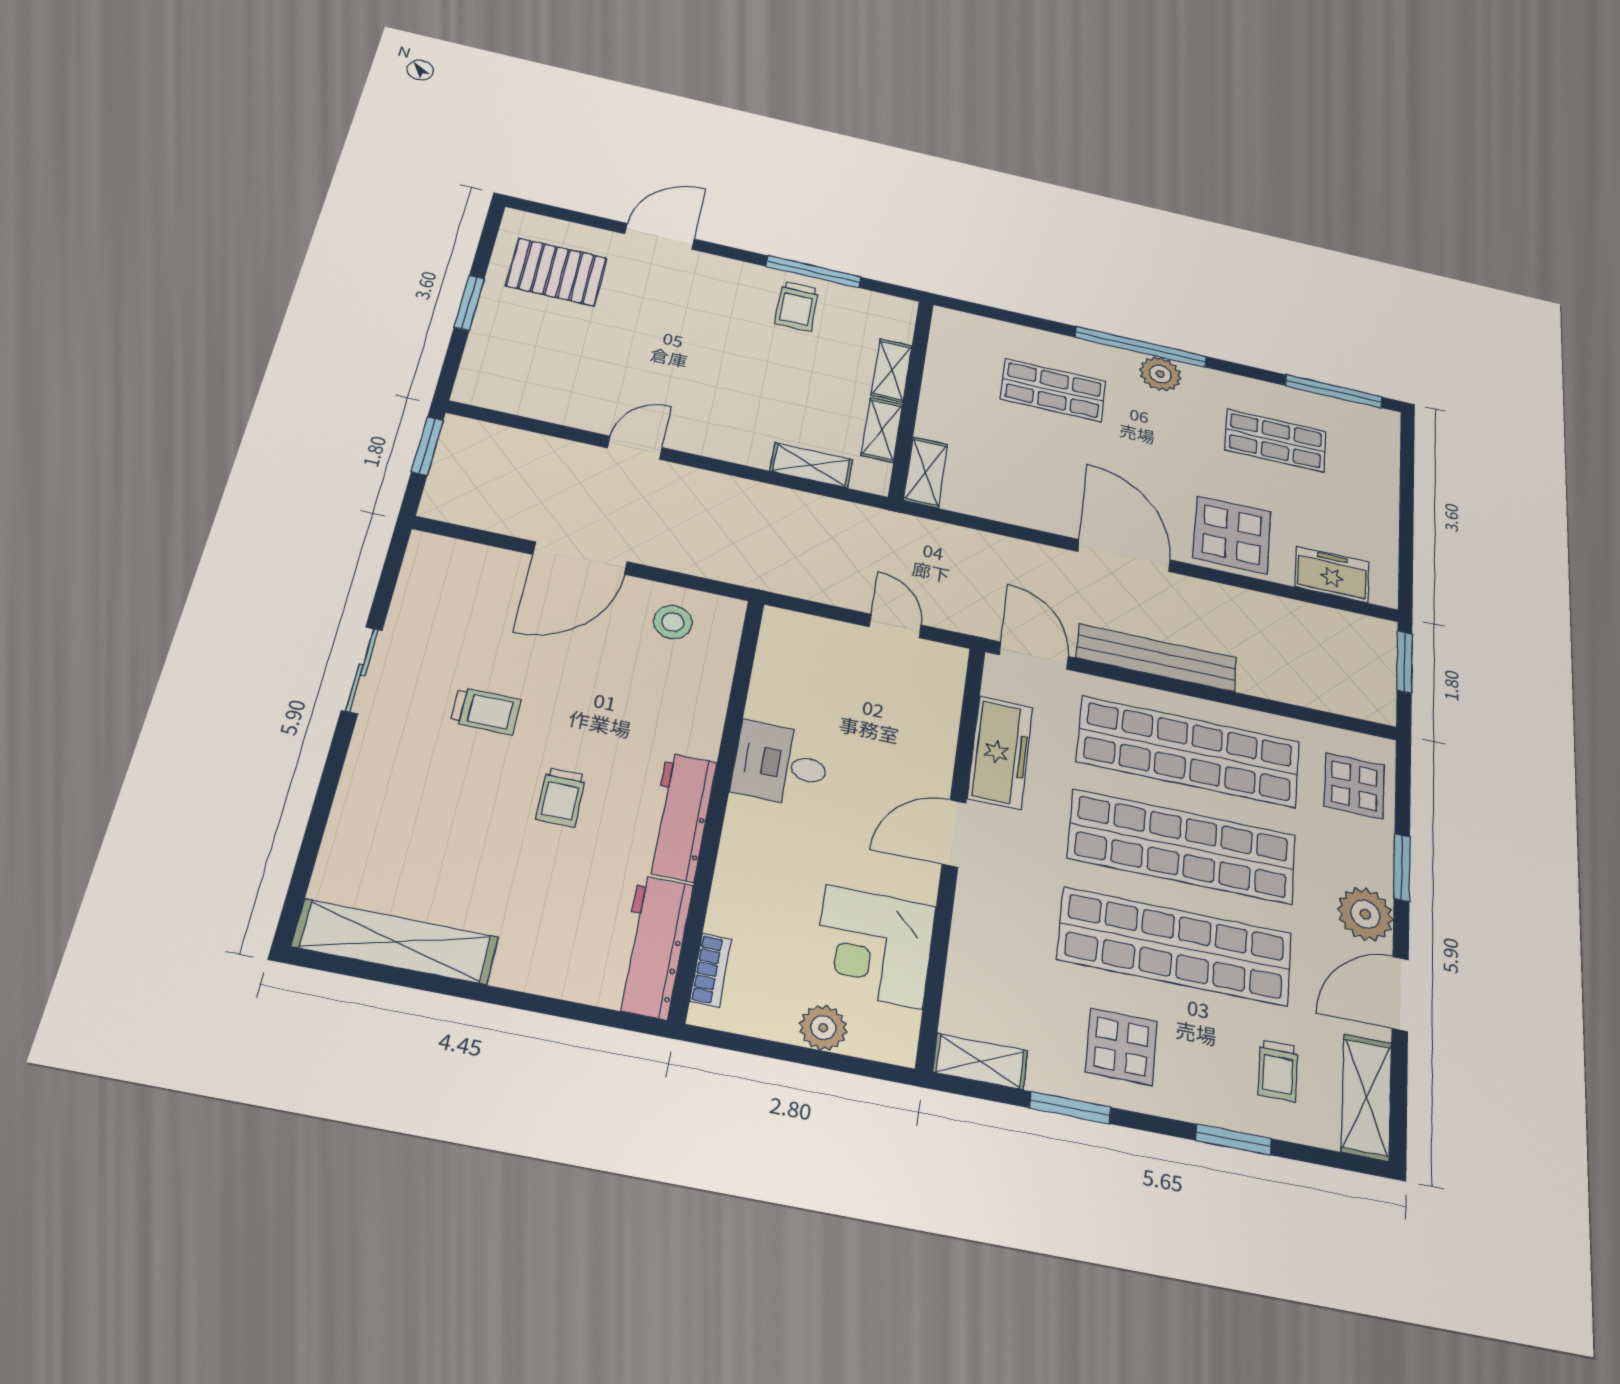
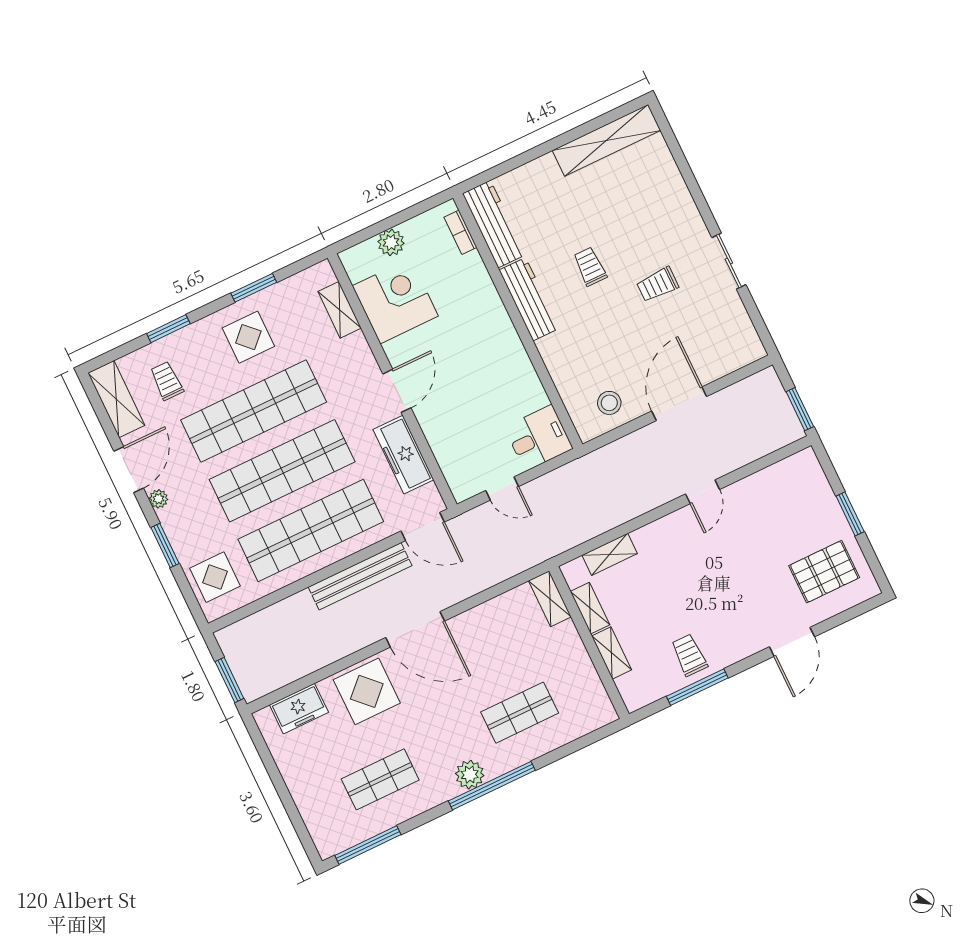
desk: (781, 764) -> (539, 438), moved
plant: (1365, 914) -> (159, 499), width x0.53, depth x0.53
shelving: (980, 1061) -> (340, 310), moved, turned 90

